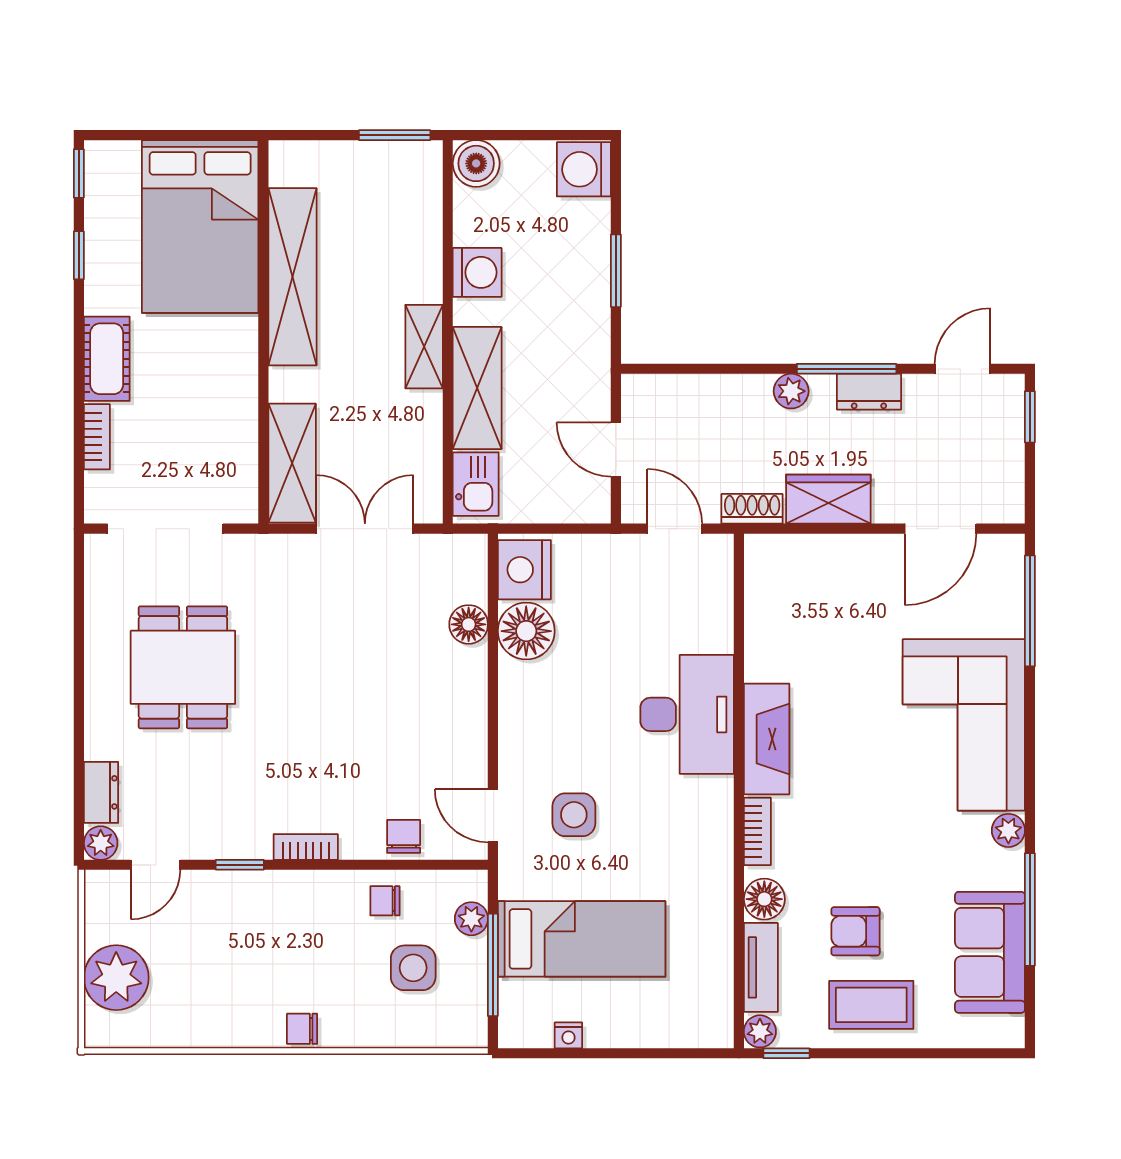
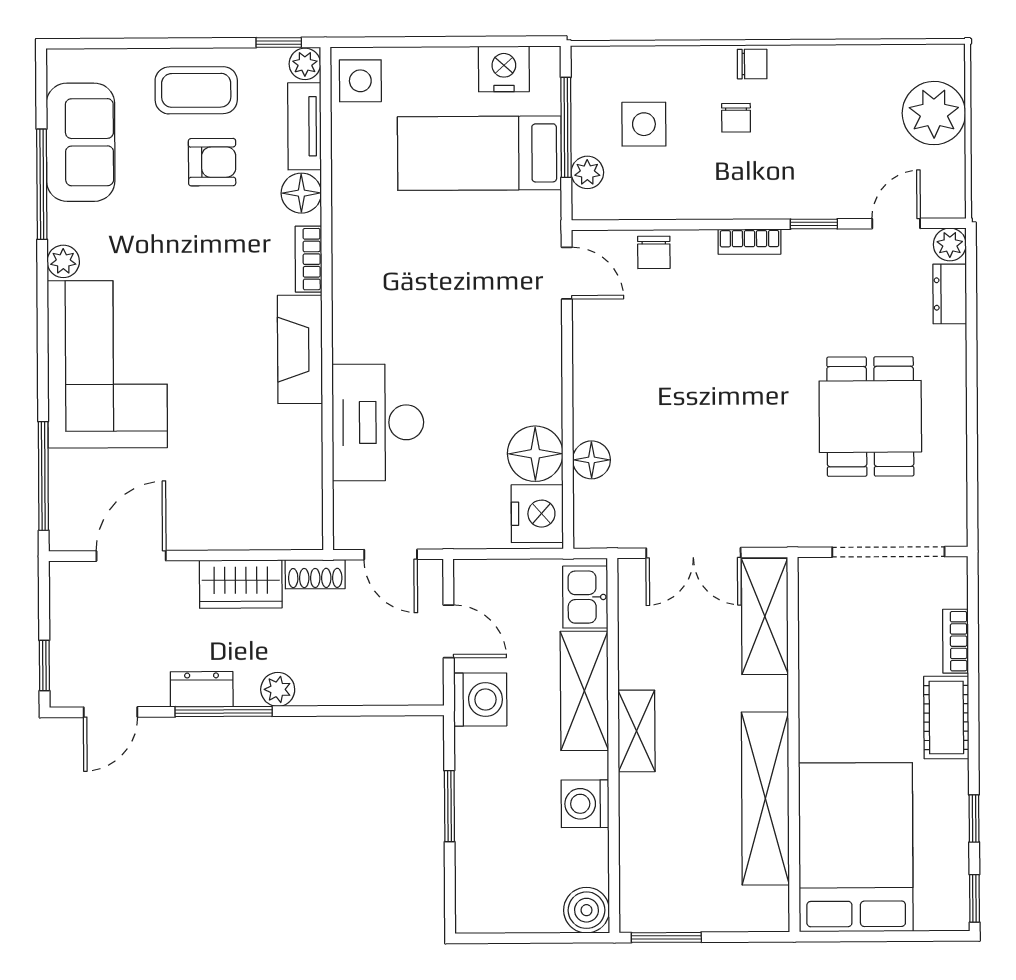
washing machine: (584, 169) -> (480, 700), moved
desk: (687, 714) -> (378, 422), moved
side table: (574, 815) -> (360, 81), moved
chair: (385, 901) -> (736, 118), moved, turned 90
nightstand: (568, 1035) -> (504, 69), width x1.89, depth x1.79

